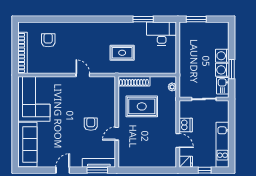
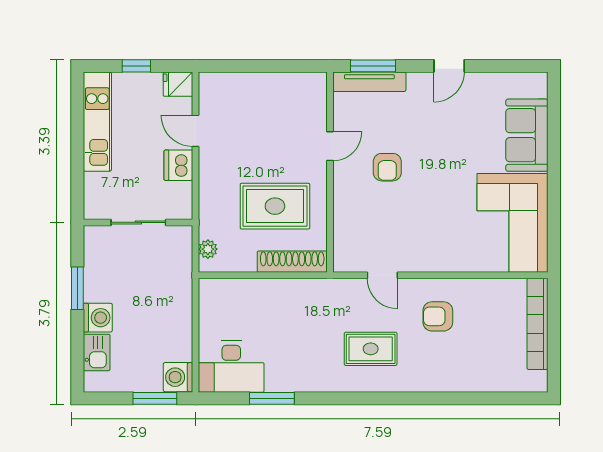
armchair: (48, 40) -> (438, 316), moved, turned 90
rug: (122, 53) -> (371, 349), moved
washing machine: (222, 70) -> (178, 377), moved, turned 180
door: (83, 75) -> (382, 275), moved
kitchen sink: (223, 86) -> (97, 352), moved
sofa: (27, 145) -> (527, 135), width x0.73

